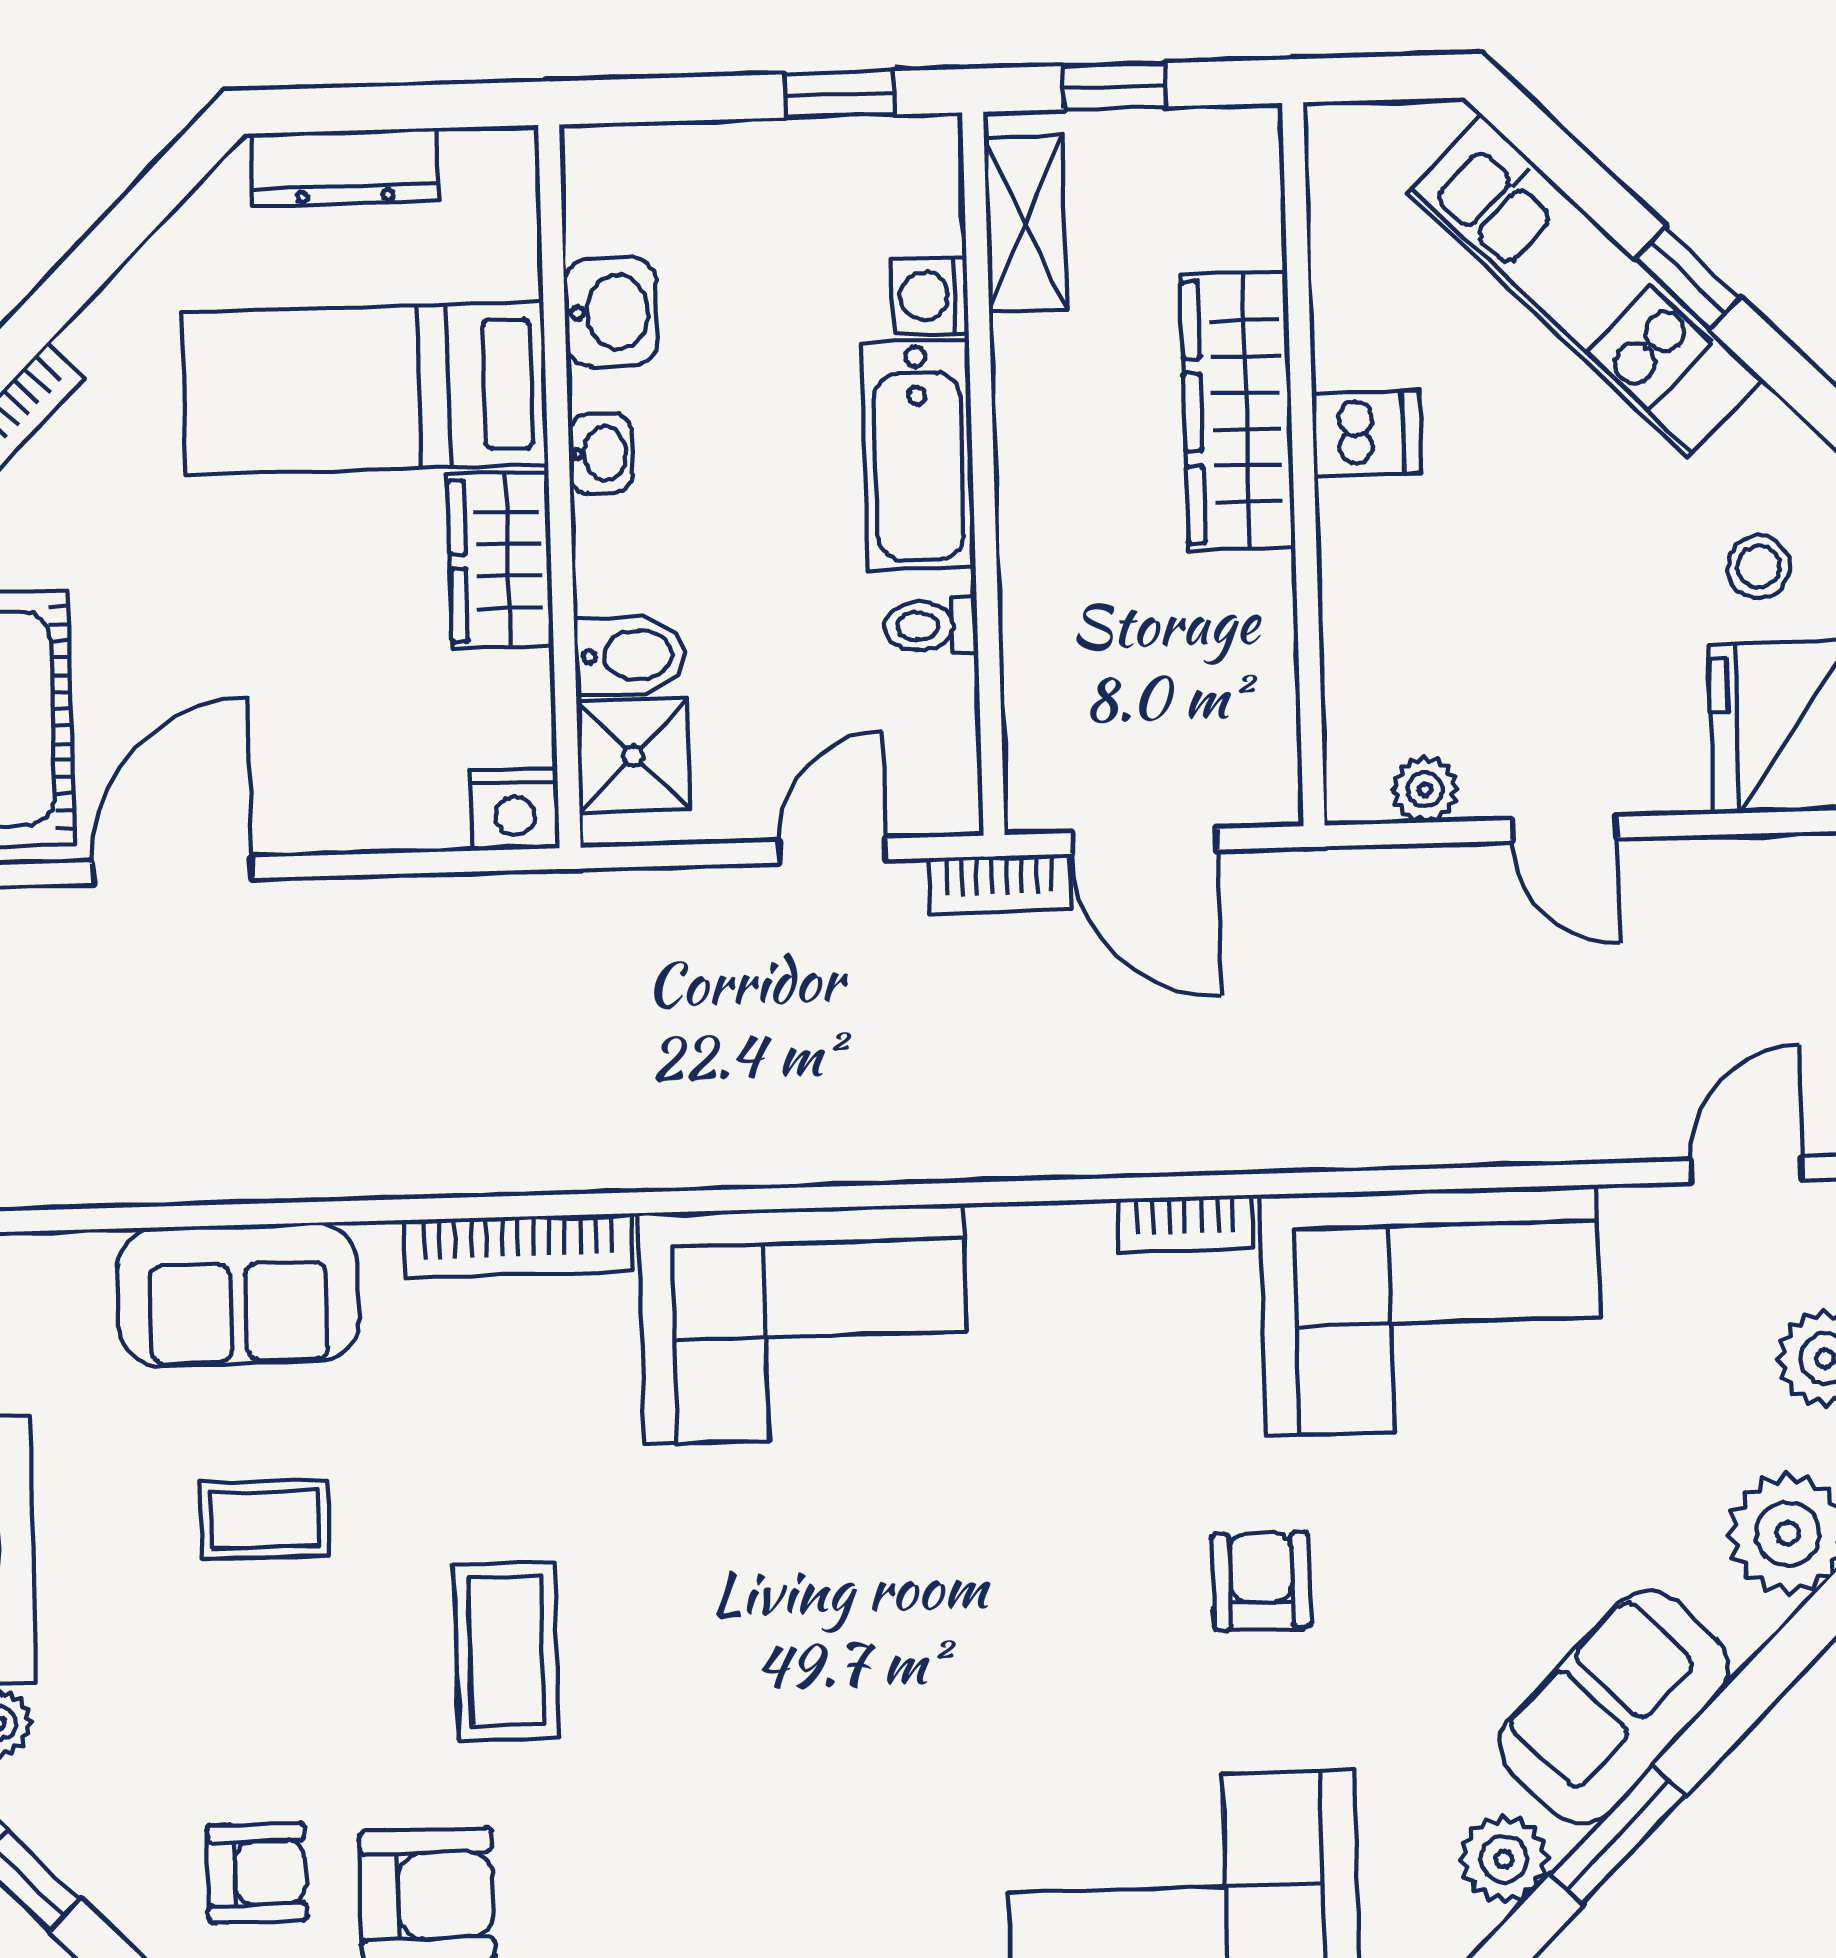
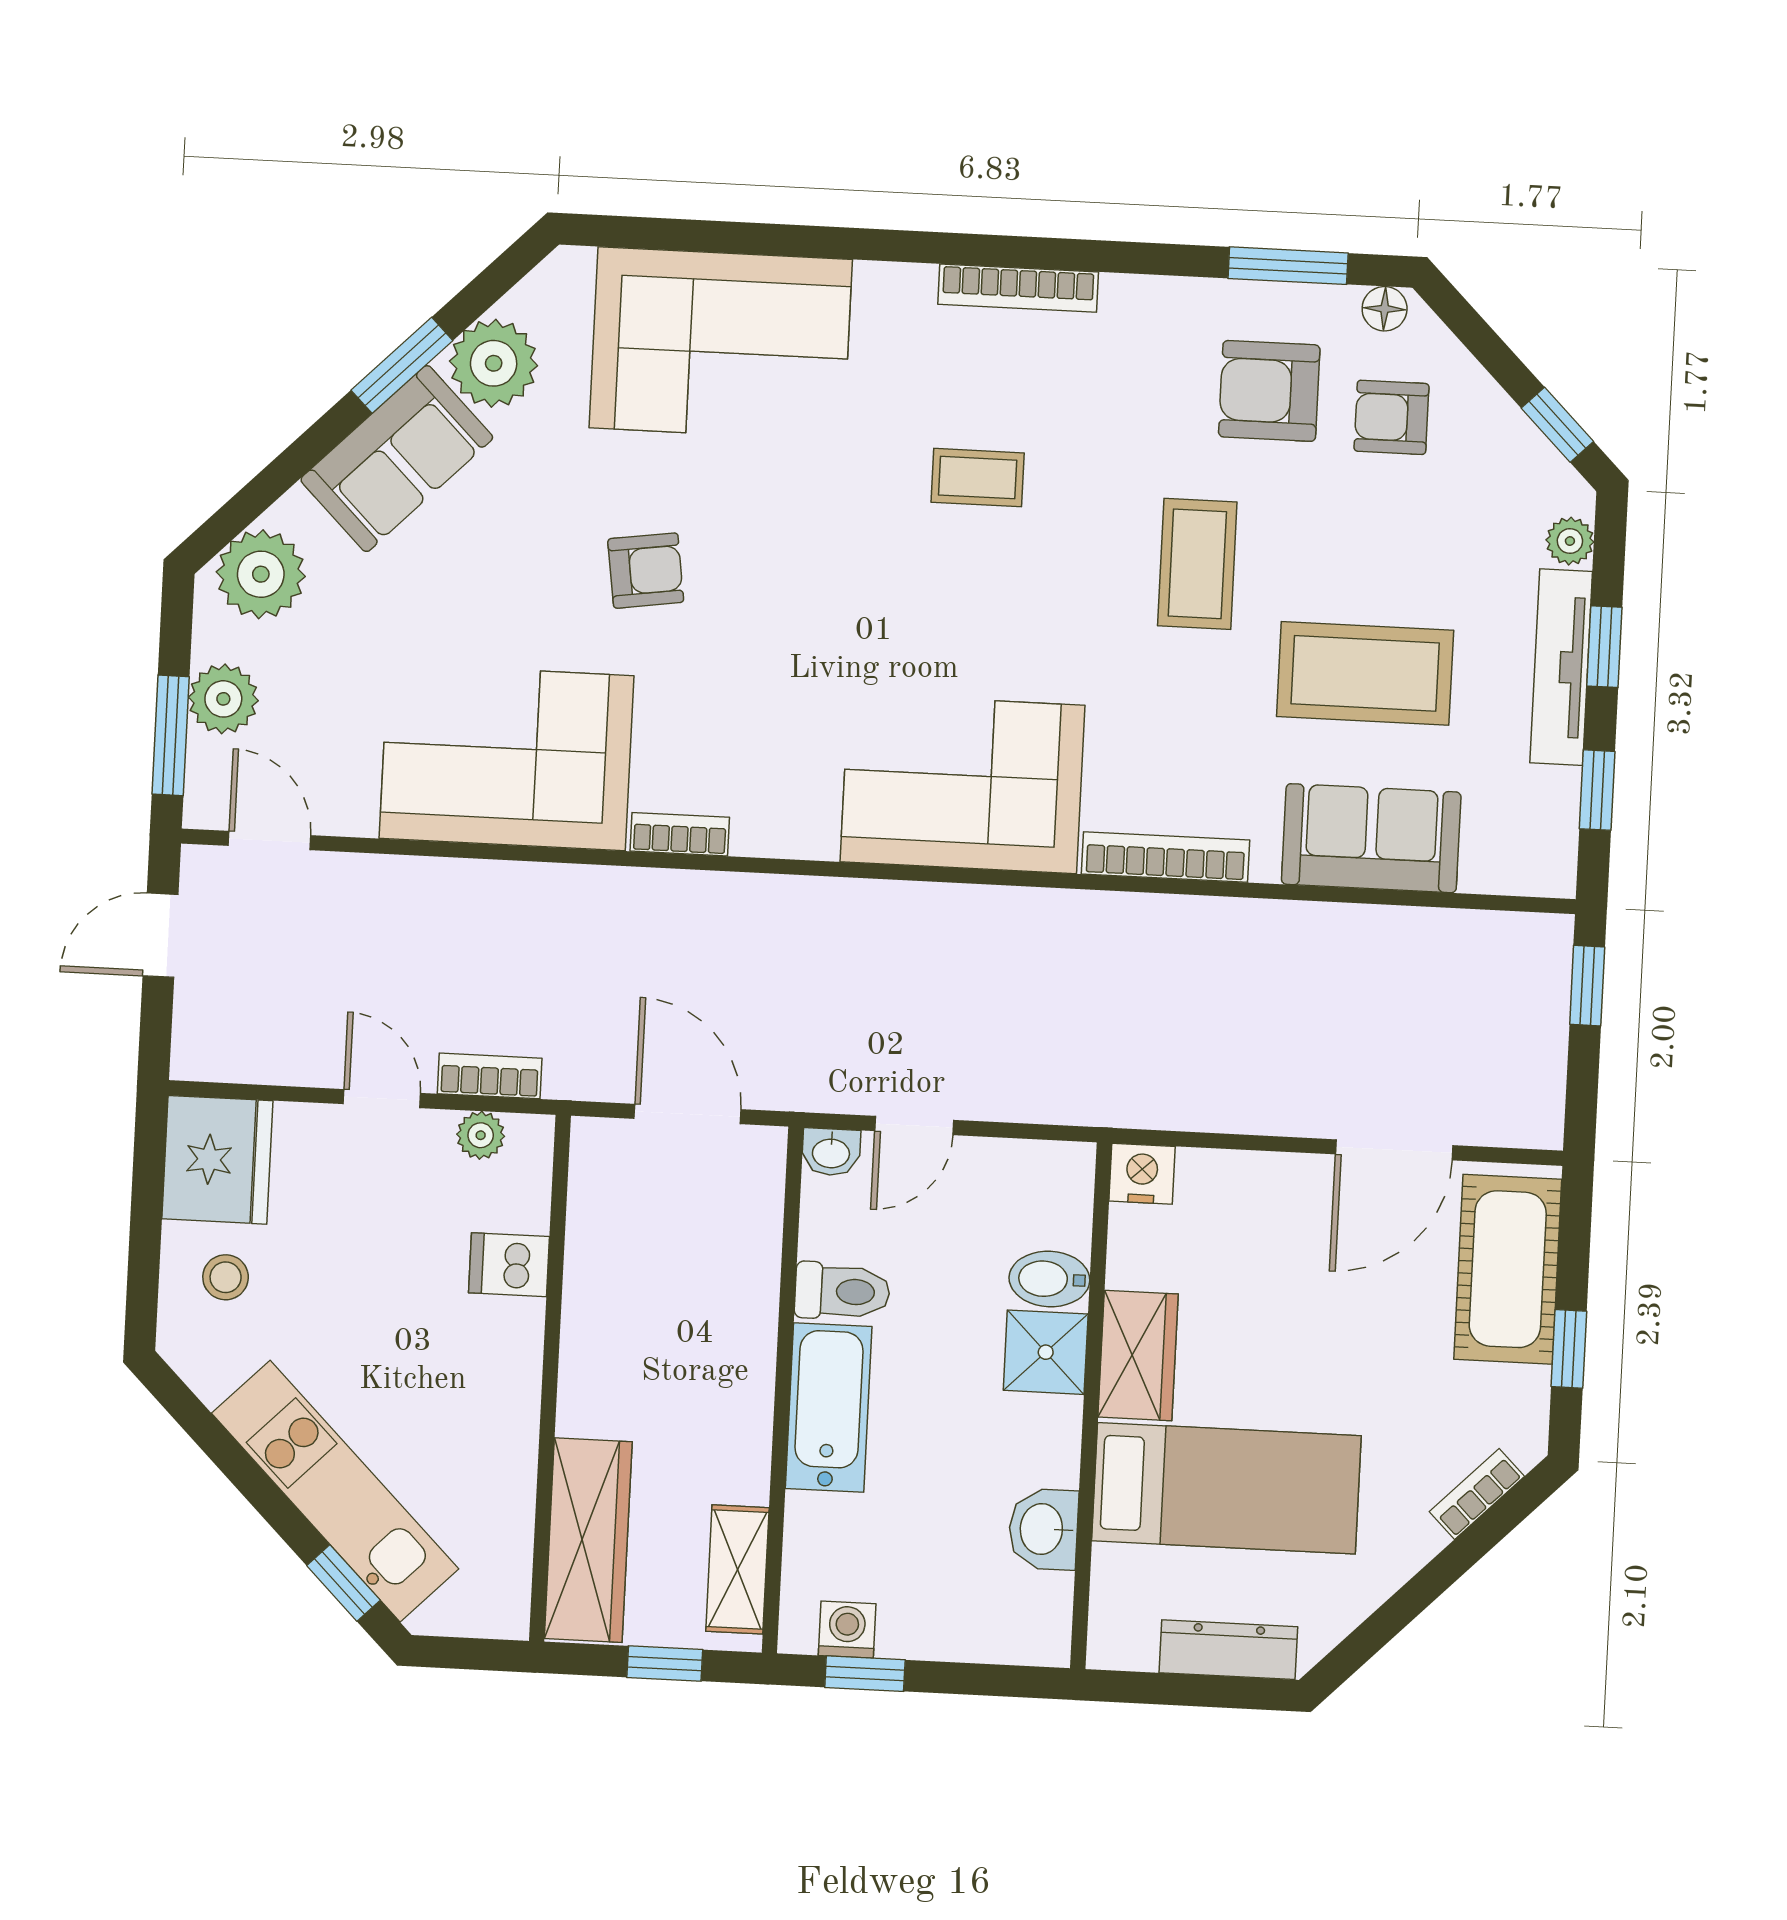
window: (1687, 278) -> (343, 1583), moved
washing machine: (930, 296) -> (847, 1630), moved, turned -90
wardrobe: (1238, 411) -> (588, 1540), moved
dishwasher: (1366, 433) -> (509, 1265), moved
washbasin: (601, 454) -> (831, 1152), moved, turned -90
toilet: (931, 626) -> (842, 1291), width x1.37, depth x1.39
shower: (633, 756) -> (1046, 1352), moved
bookcase: (1000, 884) -> (490, 1076), moved
door: (1747, 1170) -> (270, 841), swing flipped
coffee table: (265, 1519) -> (1365, 673), width x1.86, depth x1.72
armchair: (1261, 1581) -> (646, 571), turned -98
coffee table: (817, 1745) -> (978, 478), added
plant: (1504, 1859) -> (494, 363), width x1.36, depth x1.36

